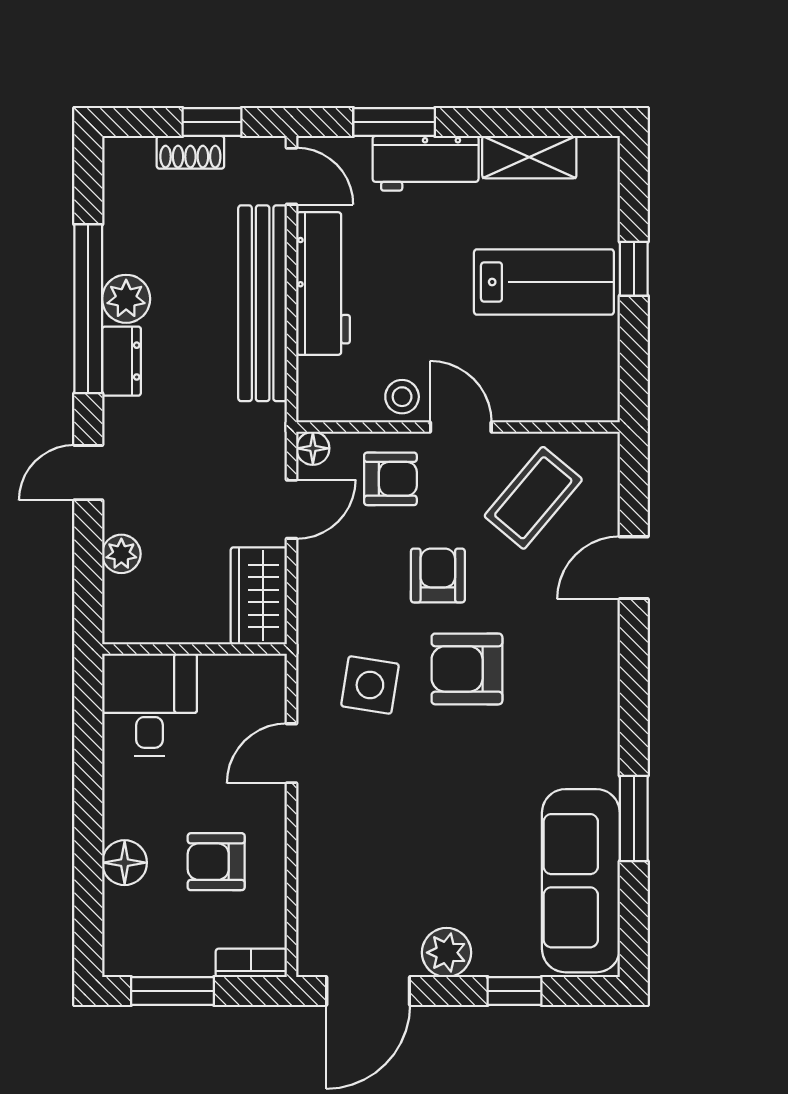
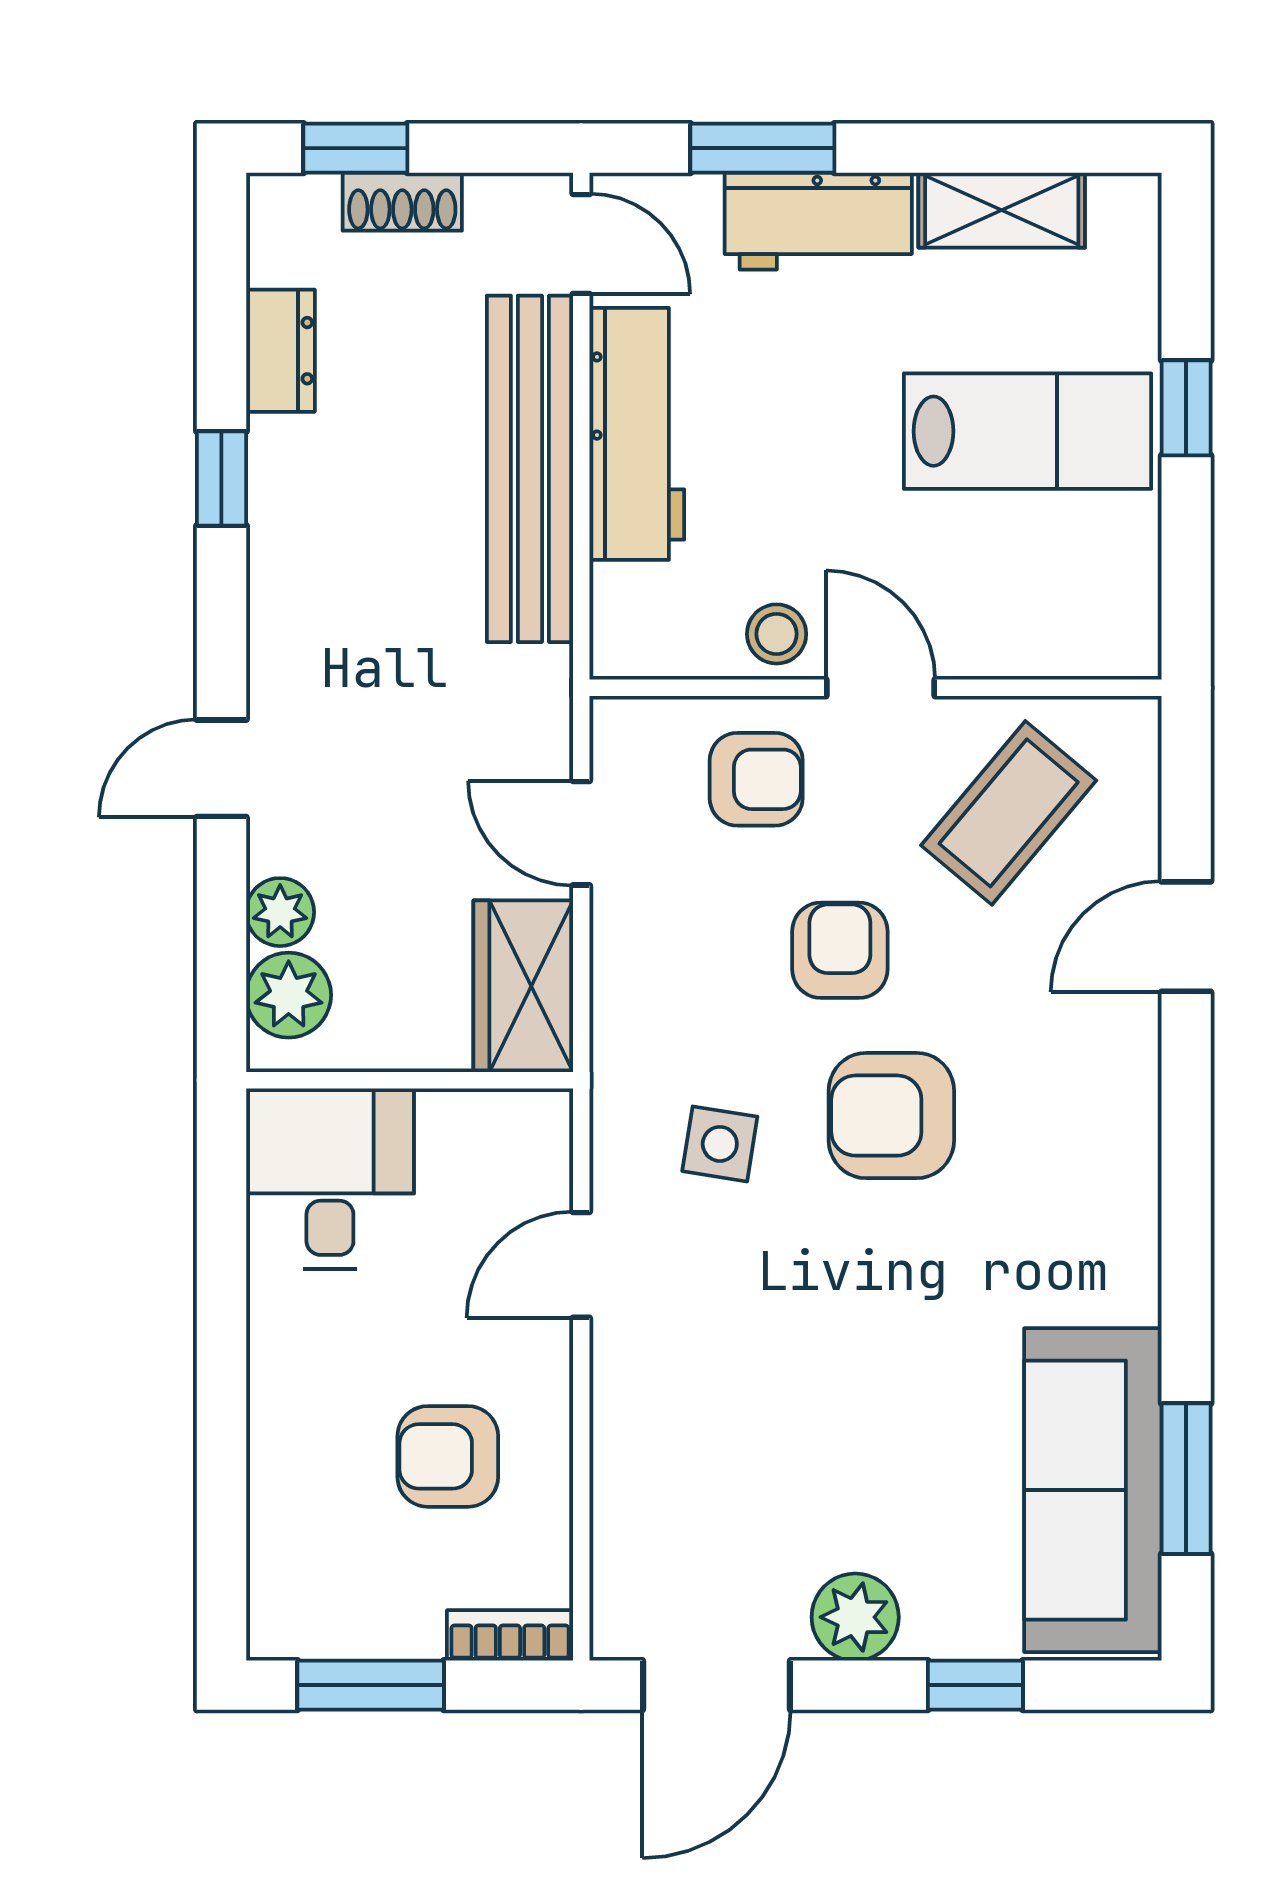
window: (212, 122) -> (355, 148), moved
plant: (126, 299) -> (289, 995), moved
window: (88, 309) -> (221, 478), width x0.32
dresser: (122, 361) -> (280, 351), moved
floor lamp: (313, 448) -> (619, 725), removed
door: (292, 509) -> (581, 833), swing flipped
side table: (370, 685) -> (720, 1144), width x0.73, depth x0.73
window: (634, 818) -> (1186, 1479), moved
floor lamp: (125, 863) -> (286, 1458), removed

